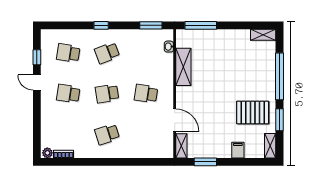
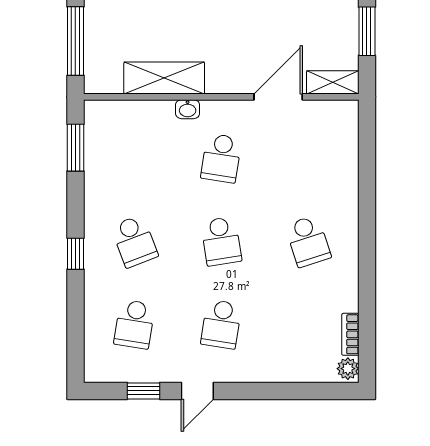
washbasin: (169, 47) -> (188, 109), moved

